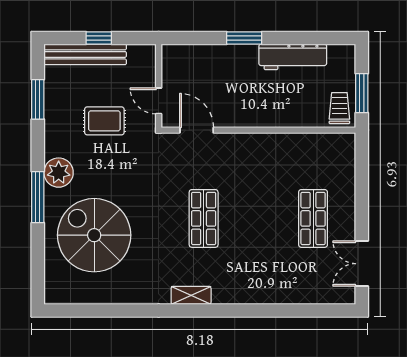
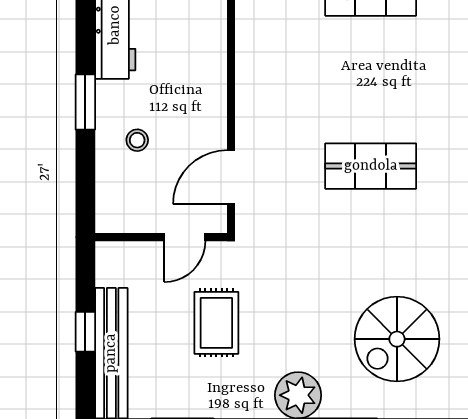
stool: (220, 71) -> (137, 140), added
spiral stairs: (94, 235) -> (397, 339), width x0.73, depth x0.73

